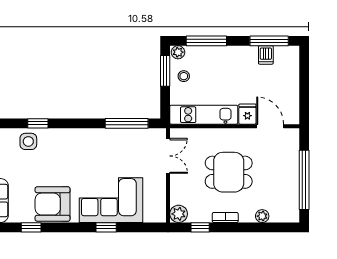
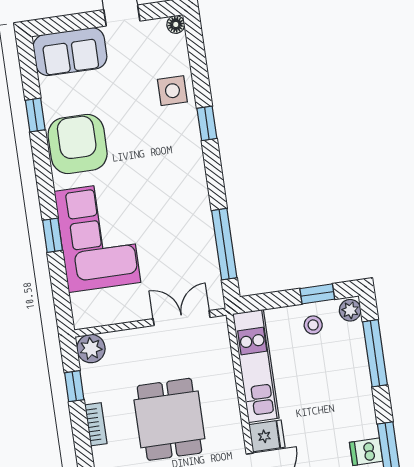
window: (165, 71) -> (317, 294), width x0.67
window: (38, 123) -> (207, 123), moved
double door: (168, 156) -> (182, 318), swing flipped

